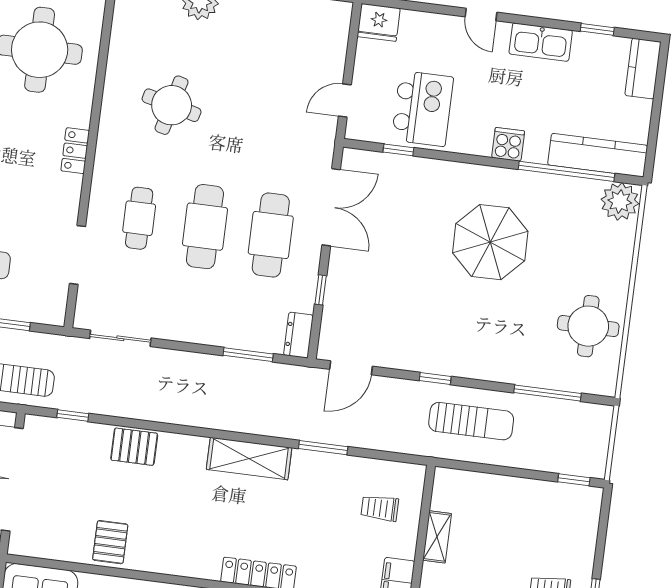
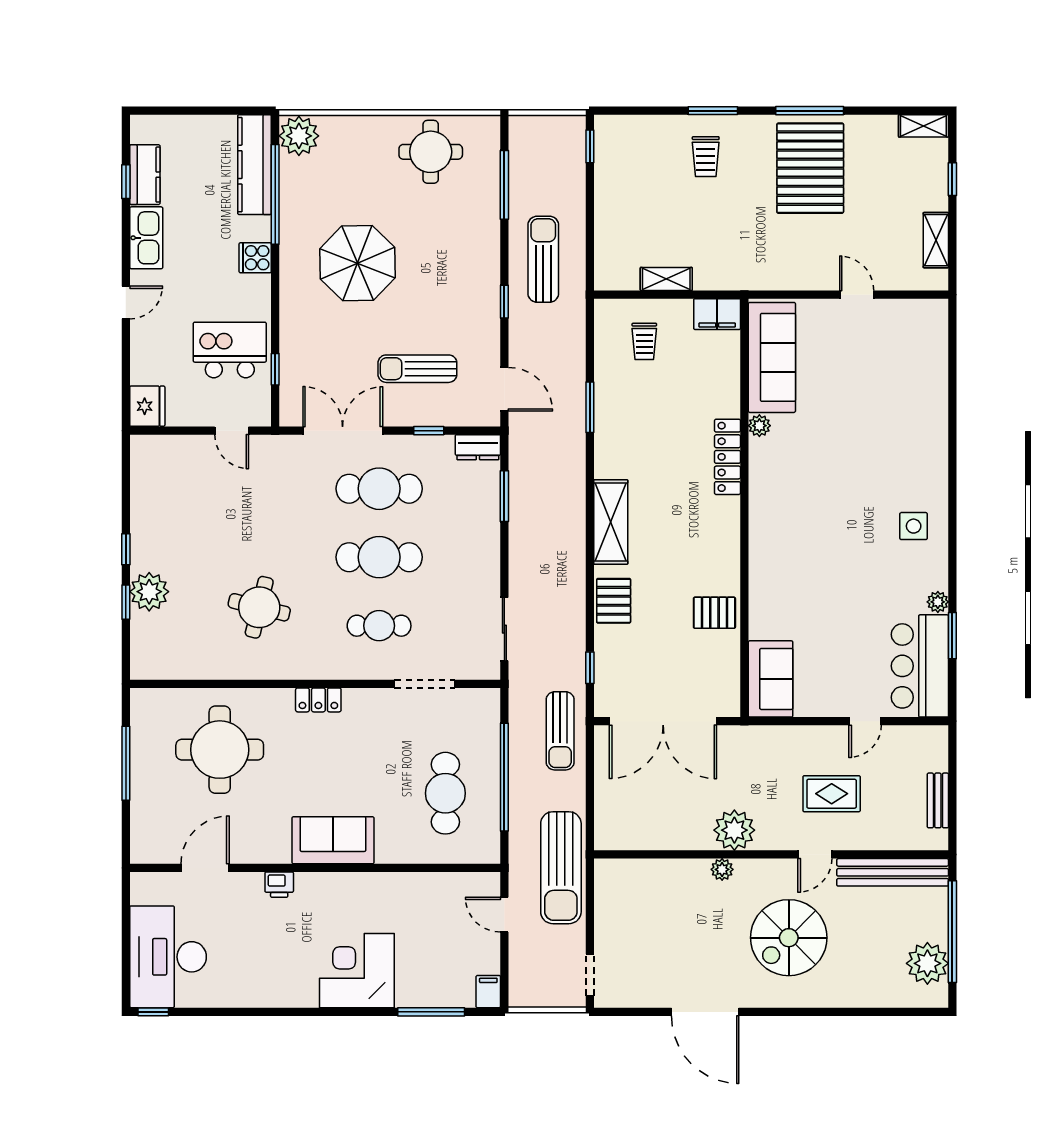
kitchen counter: (643, 69) -> (145, 175), moved, turned -90
sun lounger: (381, 287) -> (417, 369), added
shelving: (249, 459) -> (611, 522), moved

